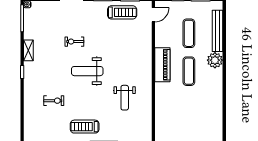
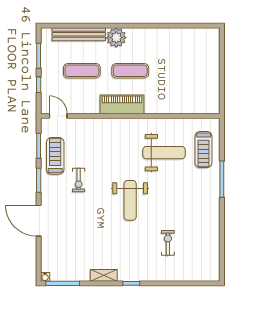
exercise bike: (74, 42) -> (79, 180), moved
weight bench: (125, 98) -> (164, 153), width x1.36, depth x1.33
treadmill: (85, 127) -> (204, 150), moved

